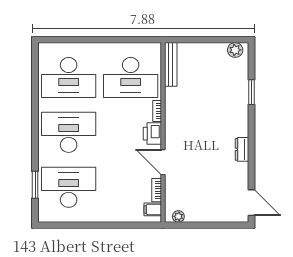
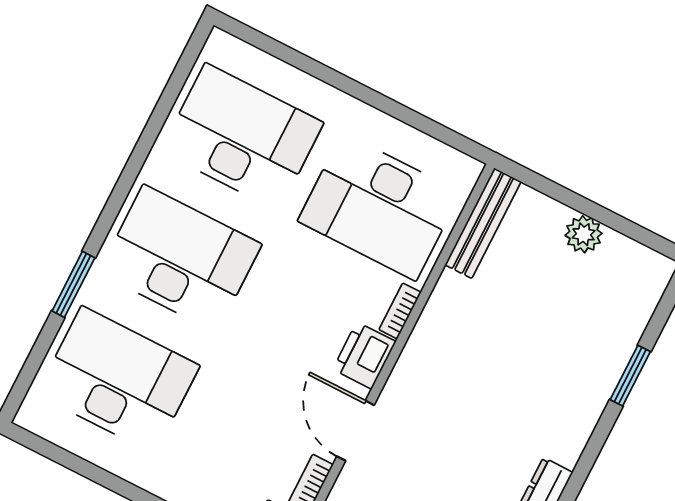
plant: (235, 50) -> (584, 234), moved
desk: (69, 77) -> (242, 137), turned 180
window: (35, 185) -> (73, 284), moved

